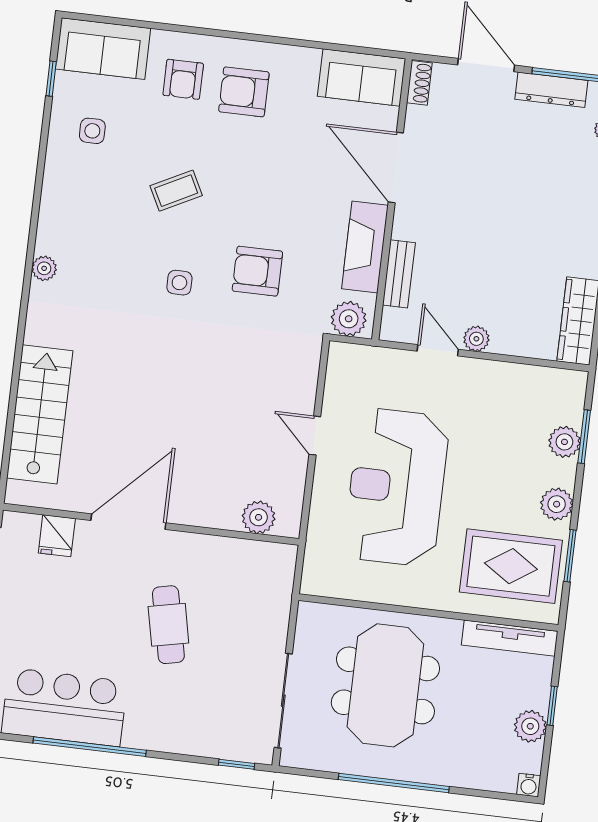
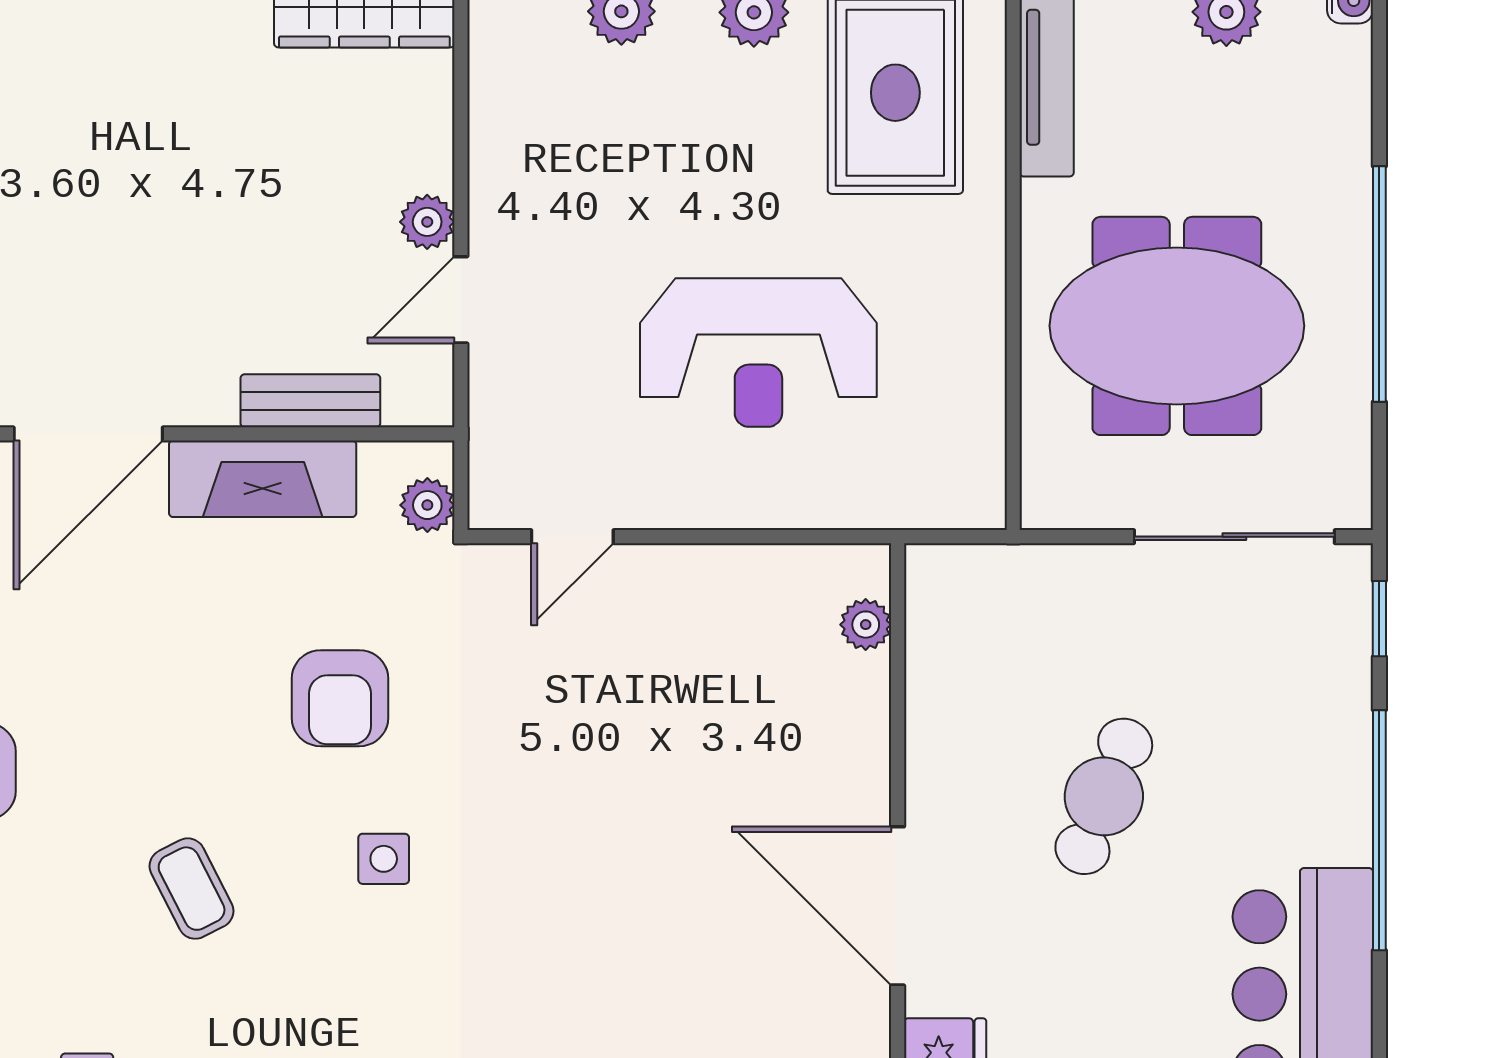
plant: (349, 319) -> (427, 505), width x0.73, depth x0.73
door: (315, 436) -> (572, 537), moved
reception desk: (396, 487) -> (758, 353), width x0.74, depth x0.77
plant: (259, 517) -> (866, 625), width x0.73, depth x0.73
cafe table: (168, 625) -> (1104, 796), turned -56
window: (90, 747) -> (1379, 830), moved

